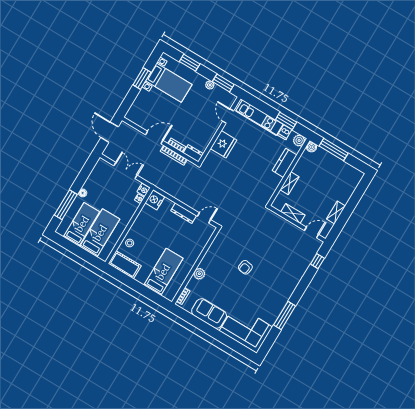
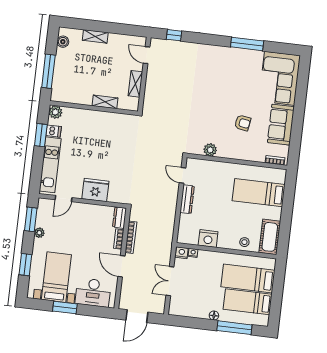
desk: (144, 106) -> (93, 293), added
boiler: (311, 147) -> (63, 42), moved
kitchen counter: (285, 163) -> (86, 117), removed
nightstand: (155, 200) -> (208, 239), moved
shelving: (336, 212) -> (95, 36), moved
armchair: (245, 267) -> (243, 123), moved
plant: (199, 274) -> (210, 150), moved

